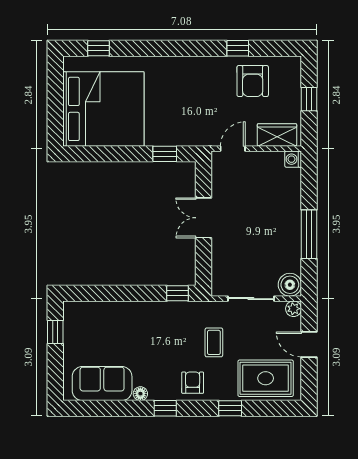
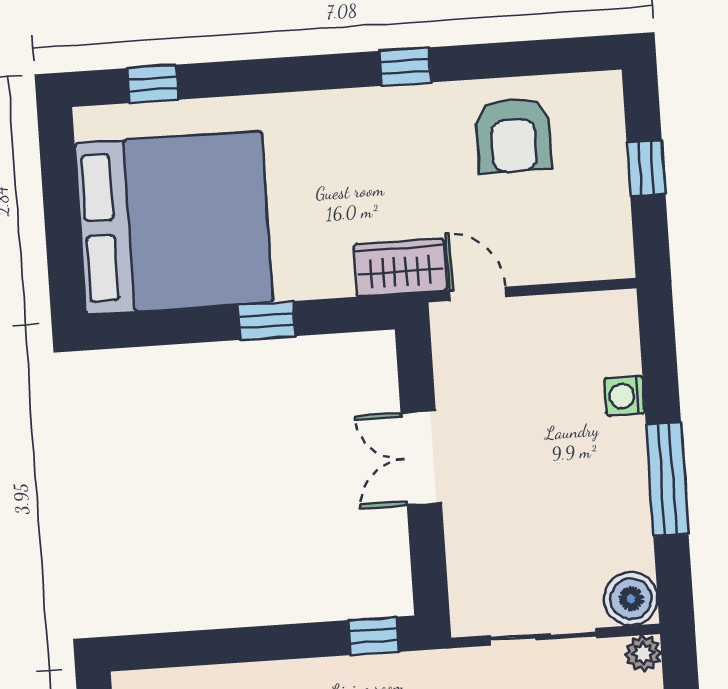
window: (238, 48) -> (405, 67), moved
wardrobe: (277, 135) -> (400, 268), moved
door: (233, 149) -> (478, 294), hinge flipped
window: (165, 154) -> (266, 321), moved
washing machine: (293, 159) -> (625, 396), moved

